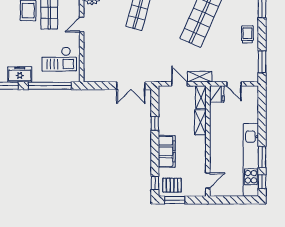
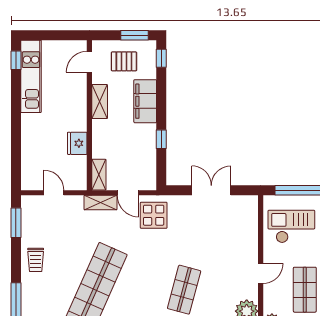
display table: (161, 67) -> (154, 215), added
double door: (131, 86) -> (211, 190), moved
fridge: (217, 94) -> (77, 143), moved
shelving: (200, 122) -> (100, 102), moved
window: (262, 157) -> (16, 94), removed
kitchen unit: (251, 160) -> (31, 76), width x0.73
pallet: (172, 185) -> (124, 61), moved

